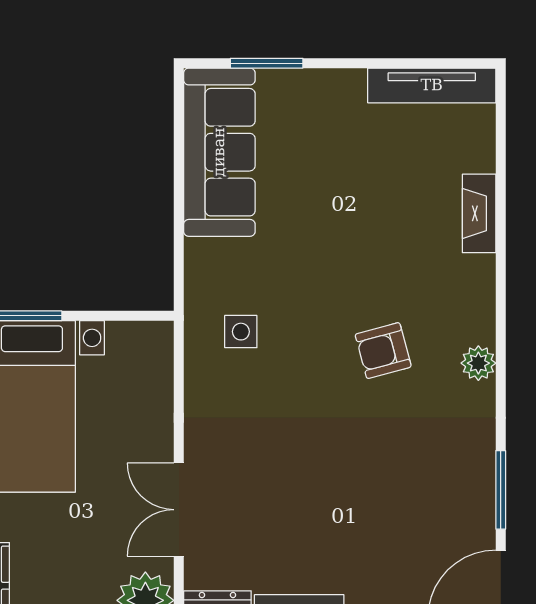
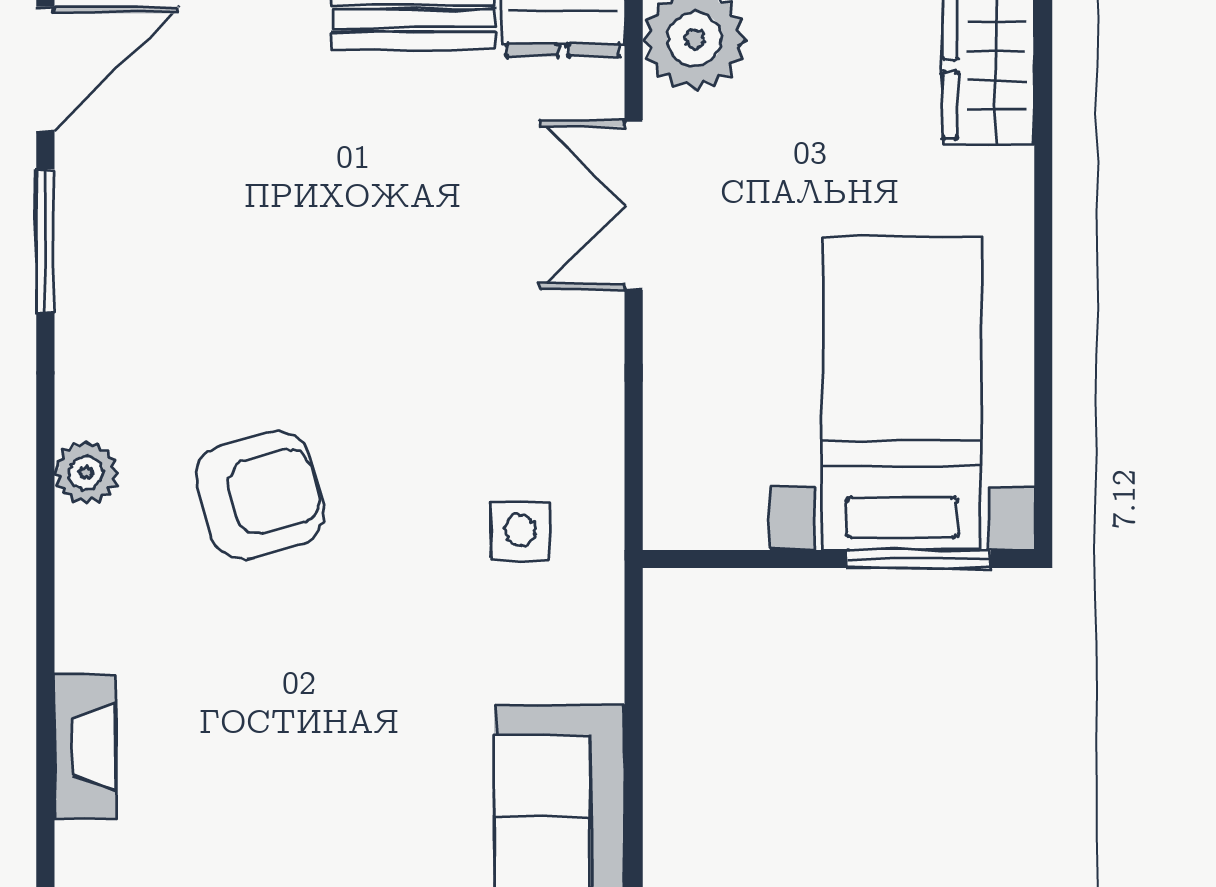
armchair: (383, 351) -> (260, 496), width x1.38, depth x1.38
double door: (179, 510) -> (634, 205), swing flipped

